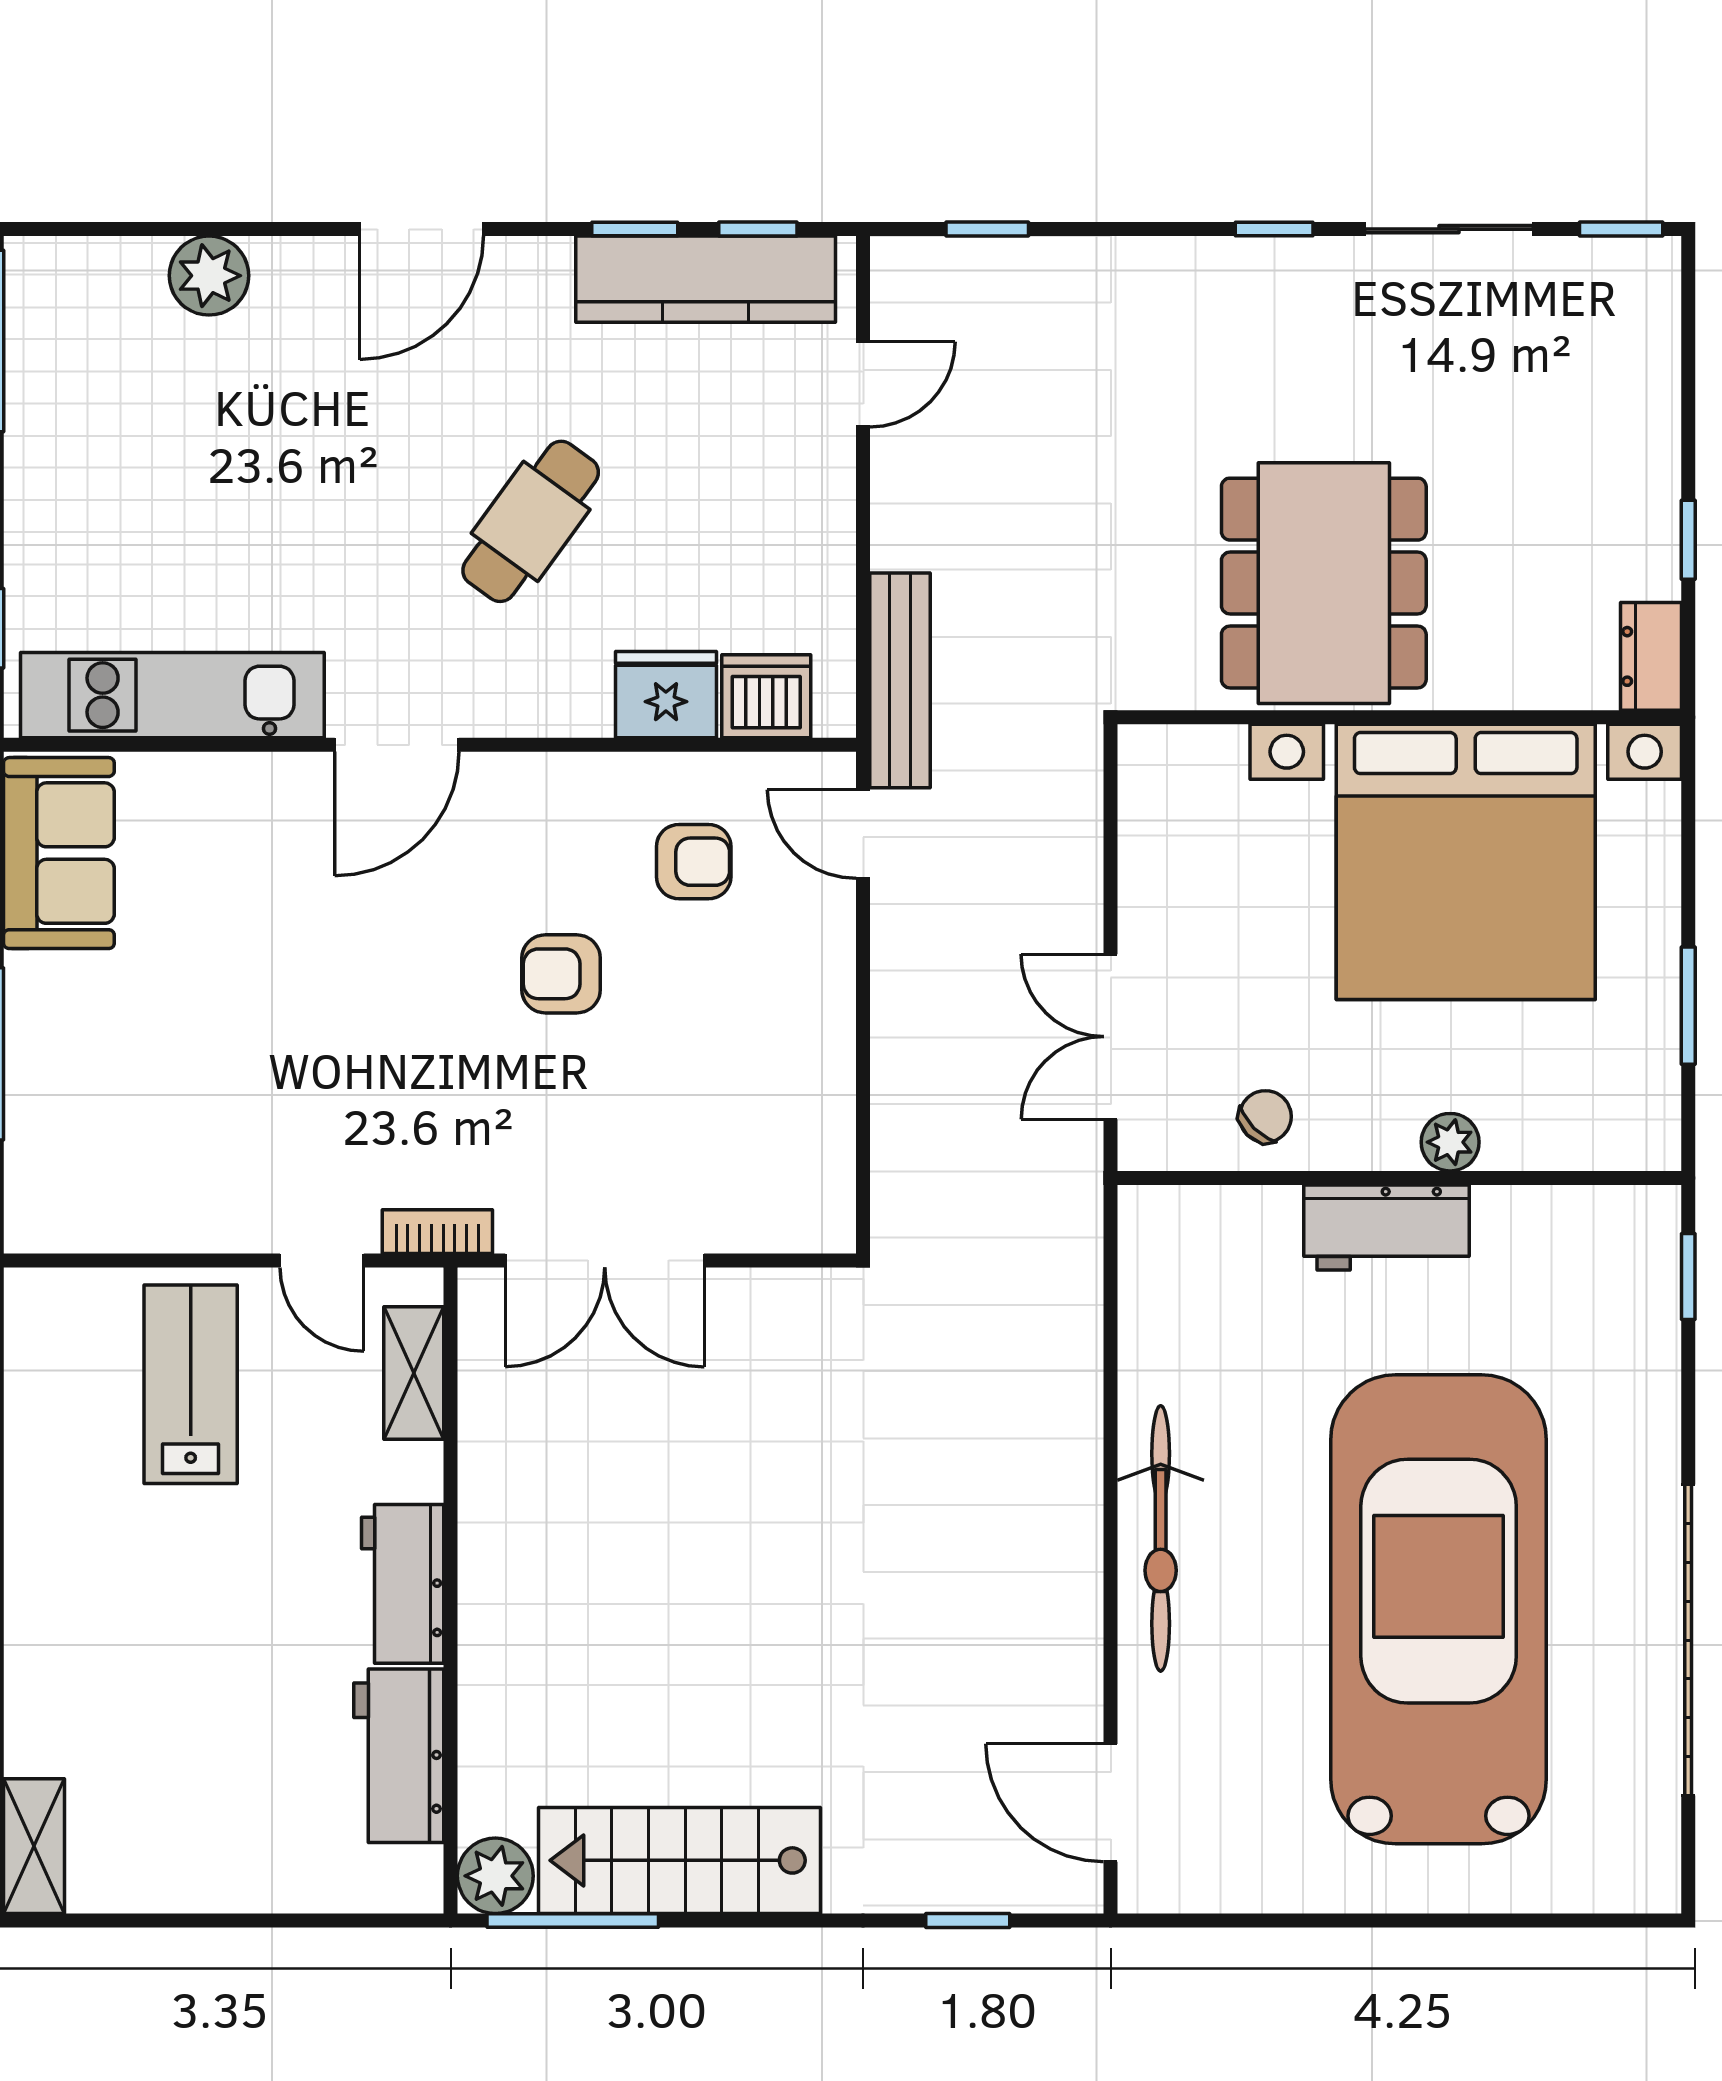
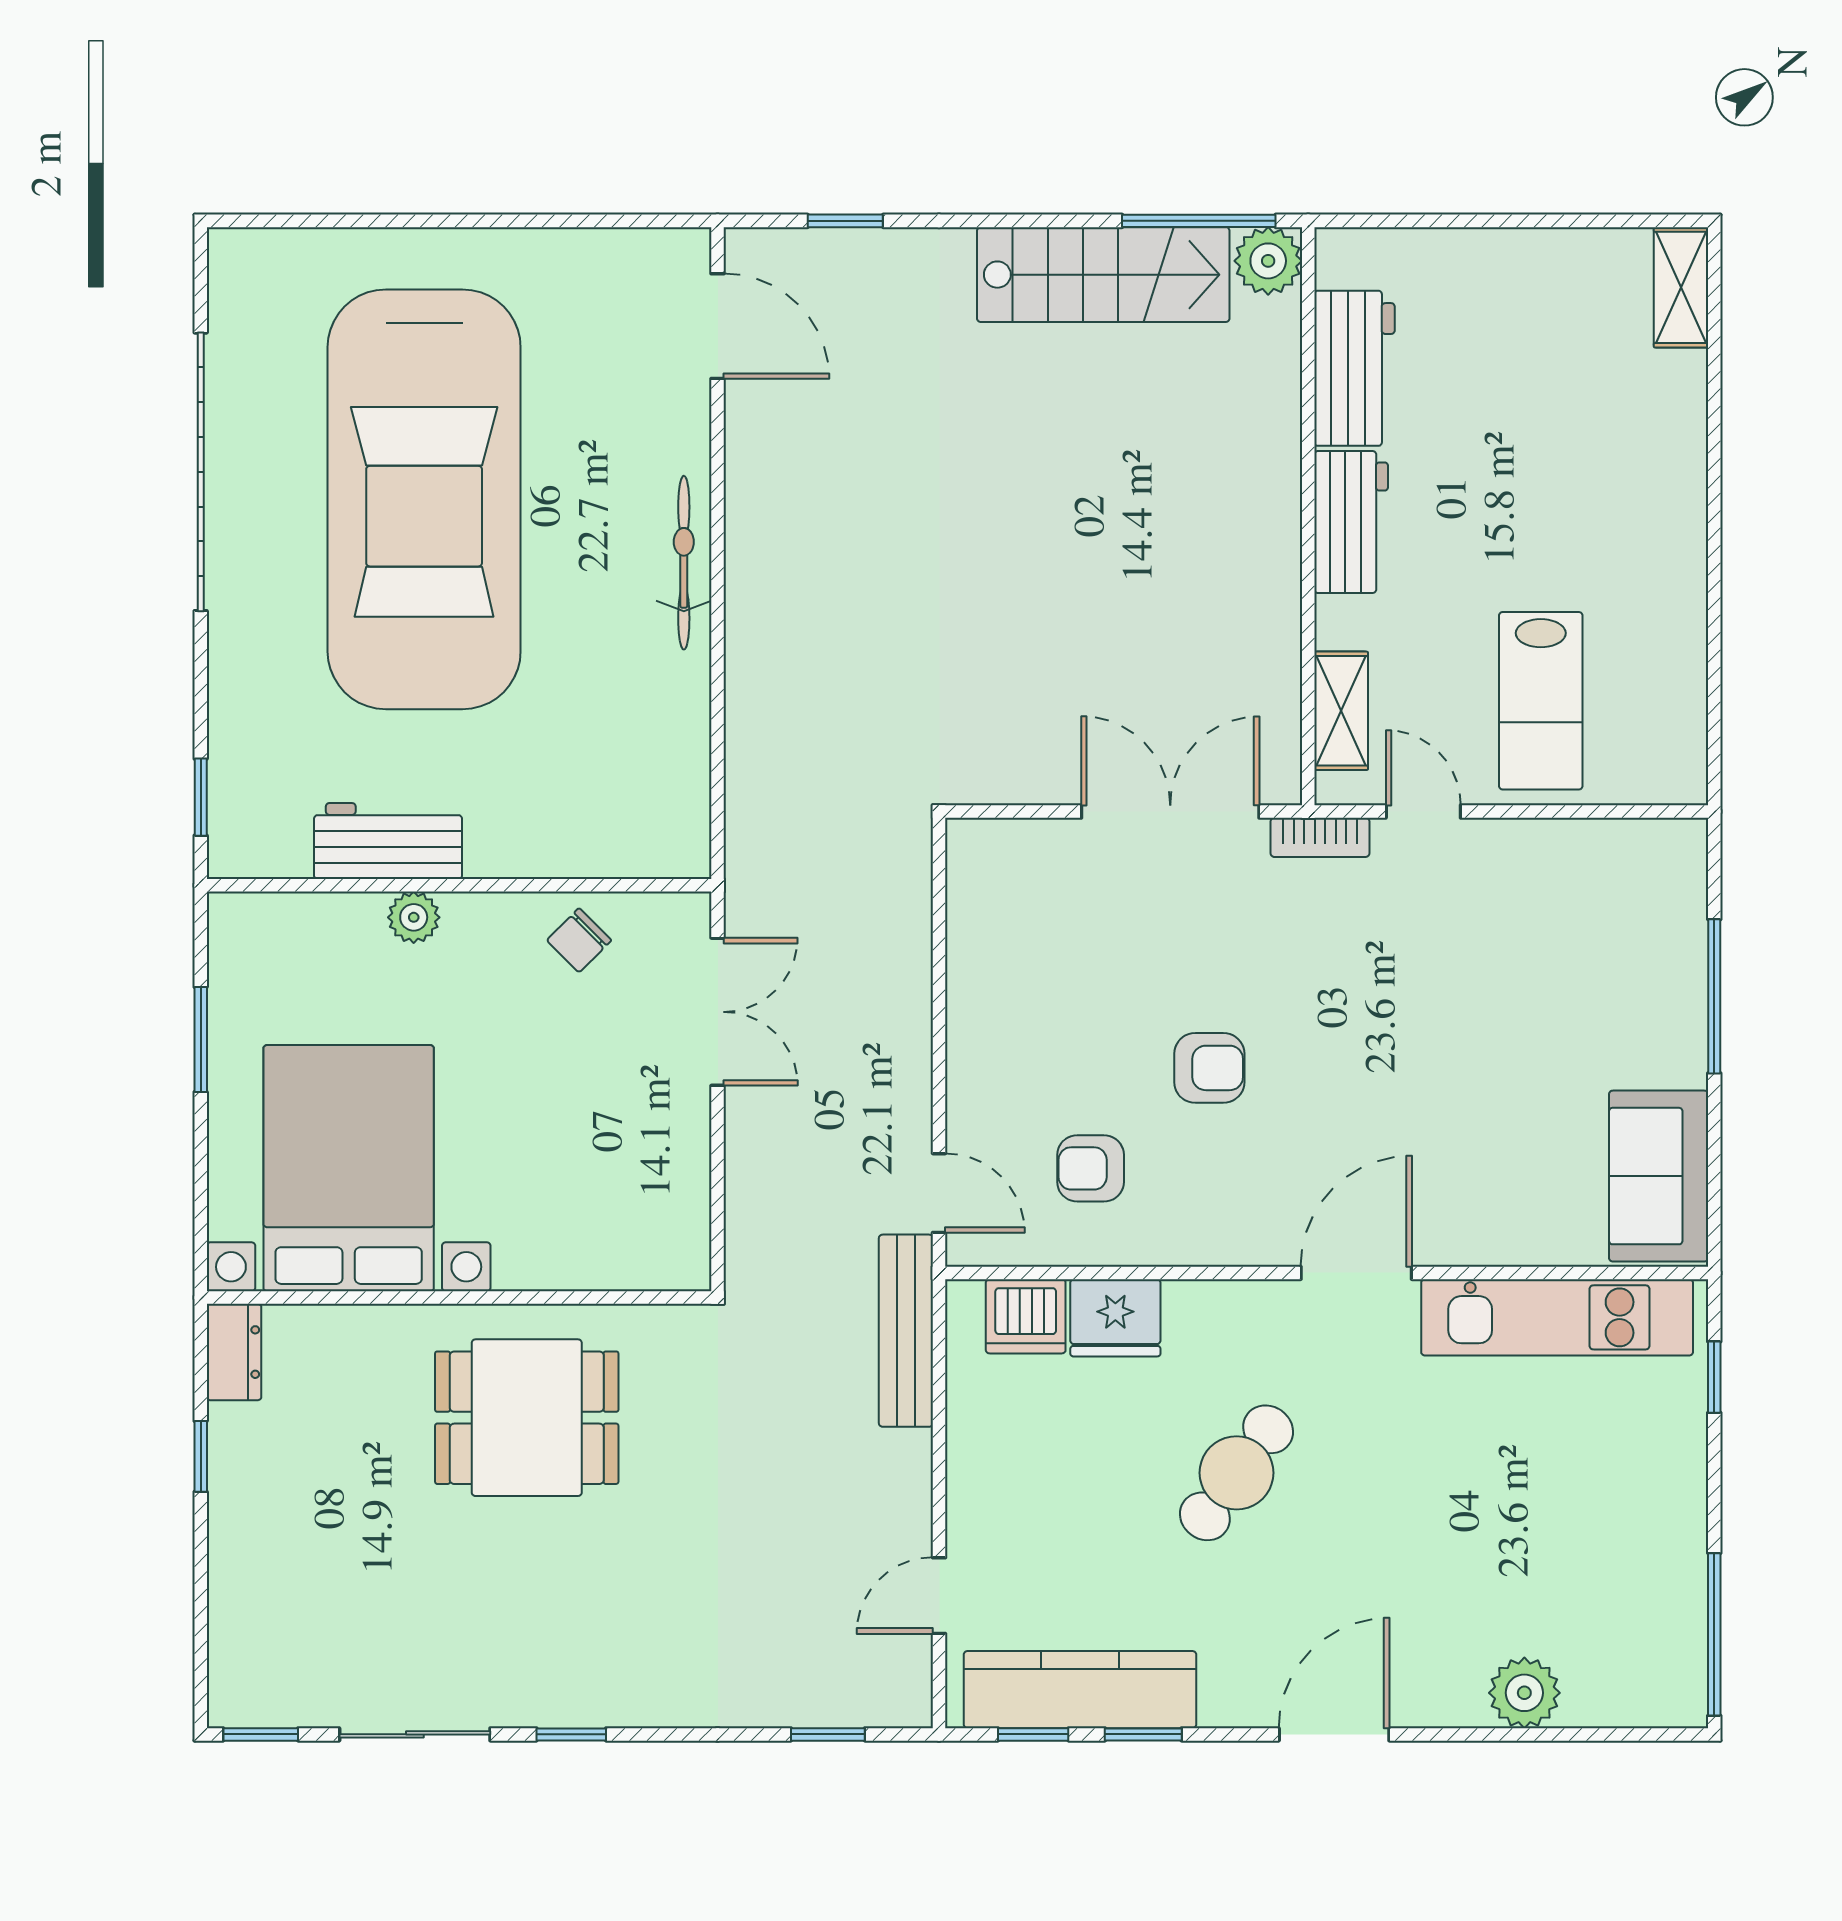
dining table: (1324, 583) -> (527, 1418), width x0.73
bed with nightstands: (1466, 862) -> (349, 1168), width x0.73
workbench: (1387, 1227) -> (388, 841), moved
bicycle: (1161, 1538) -> (684, 563), width x0.73, depth x0.71

